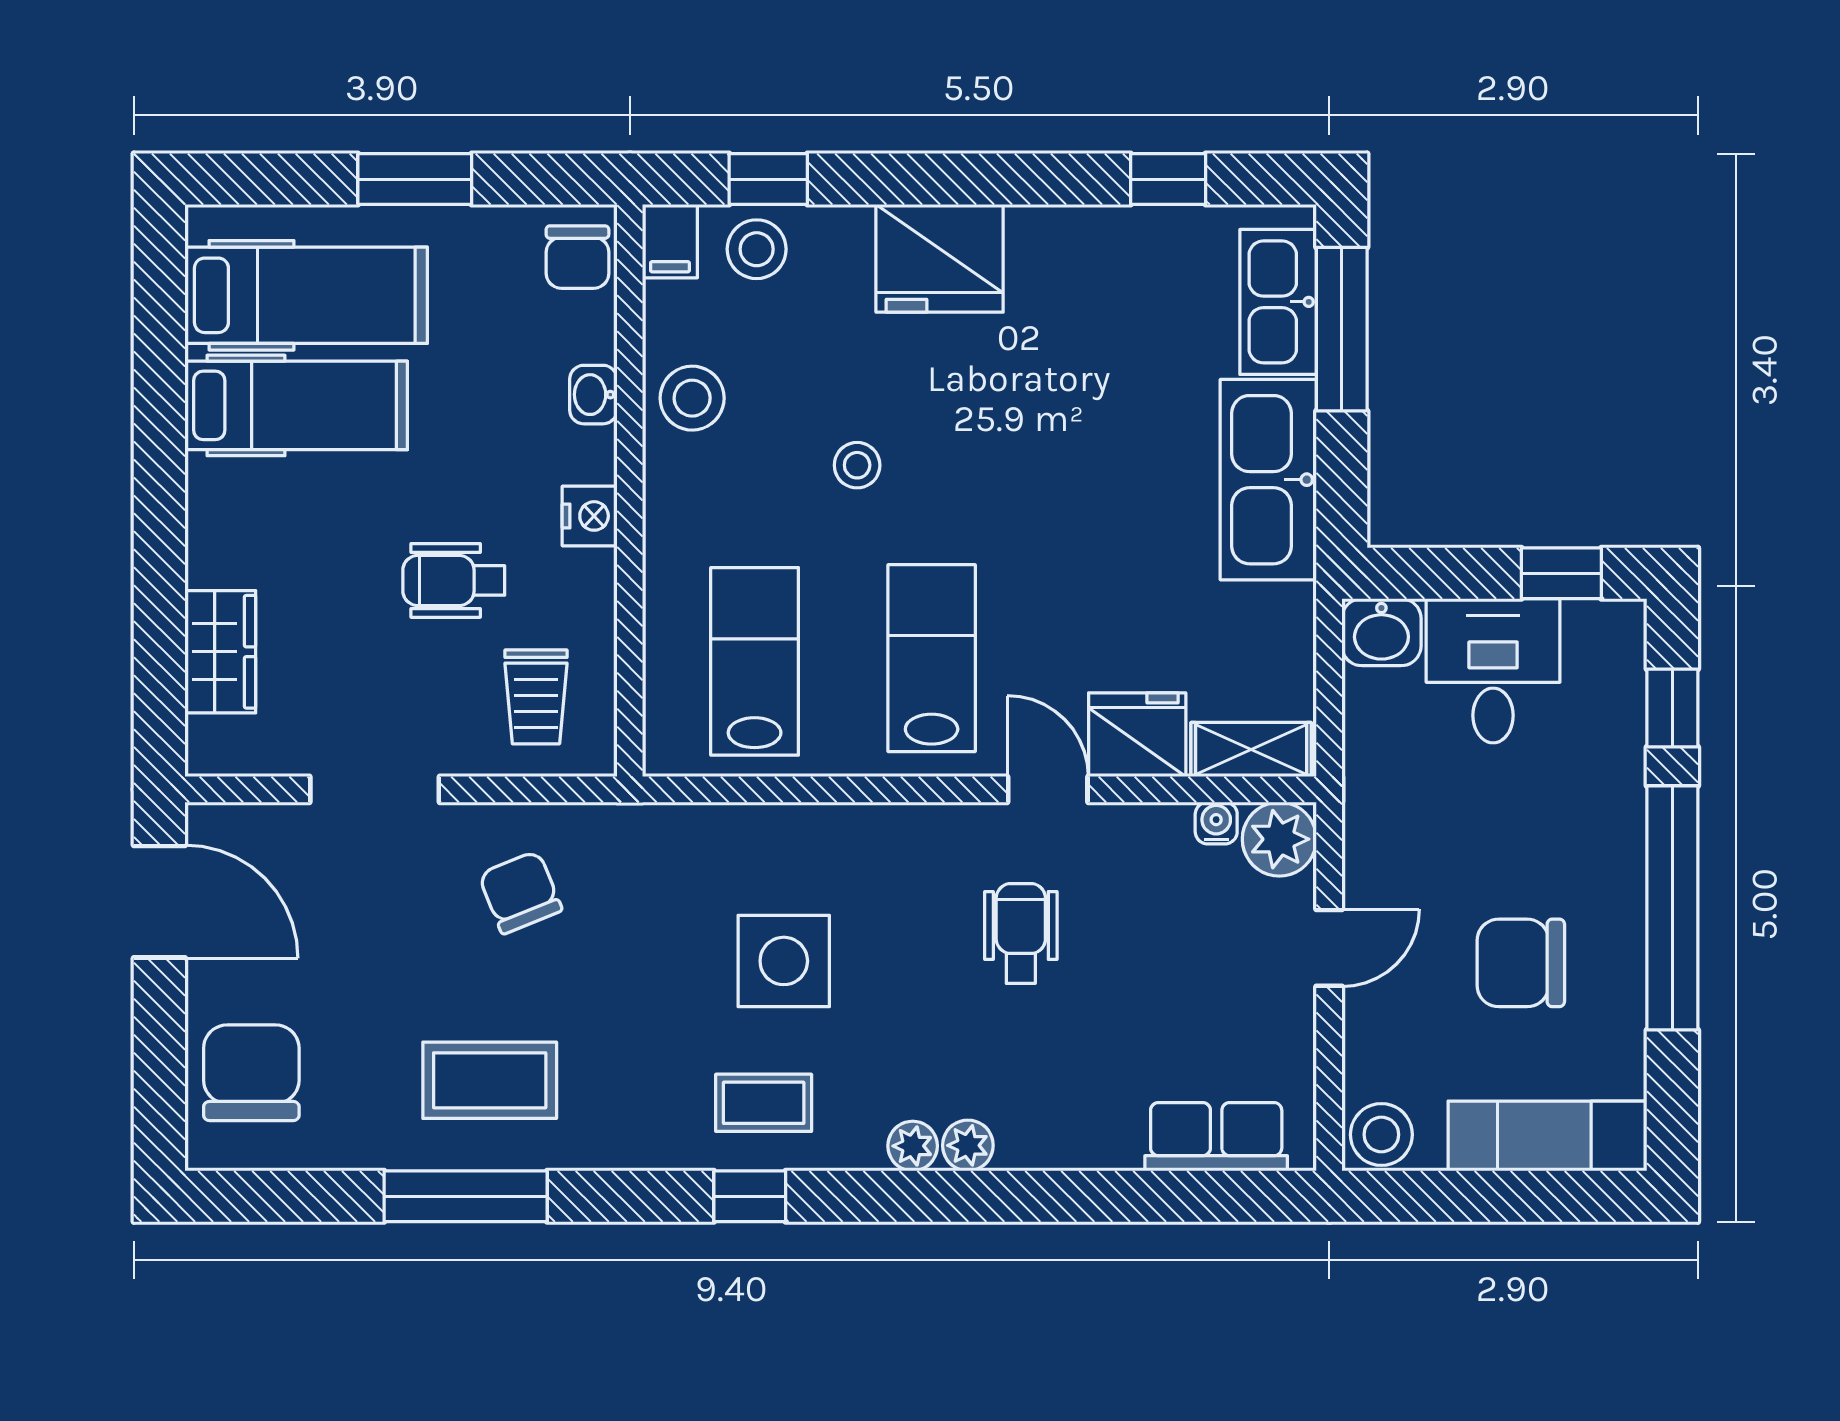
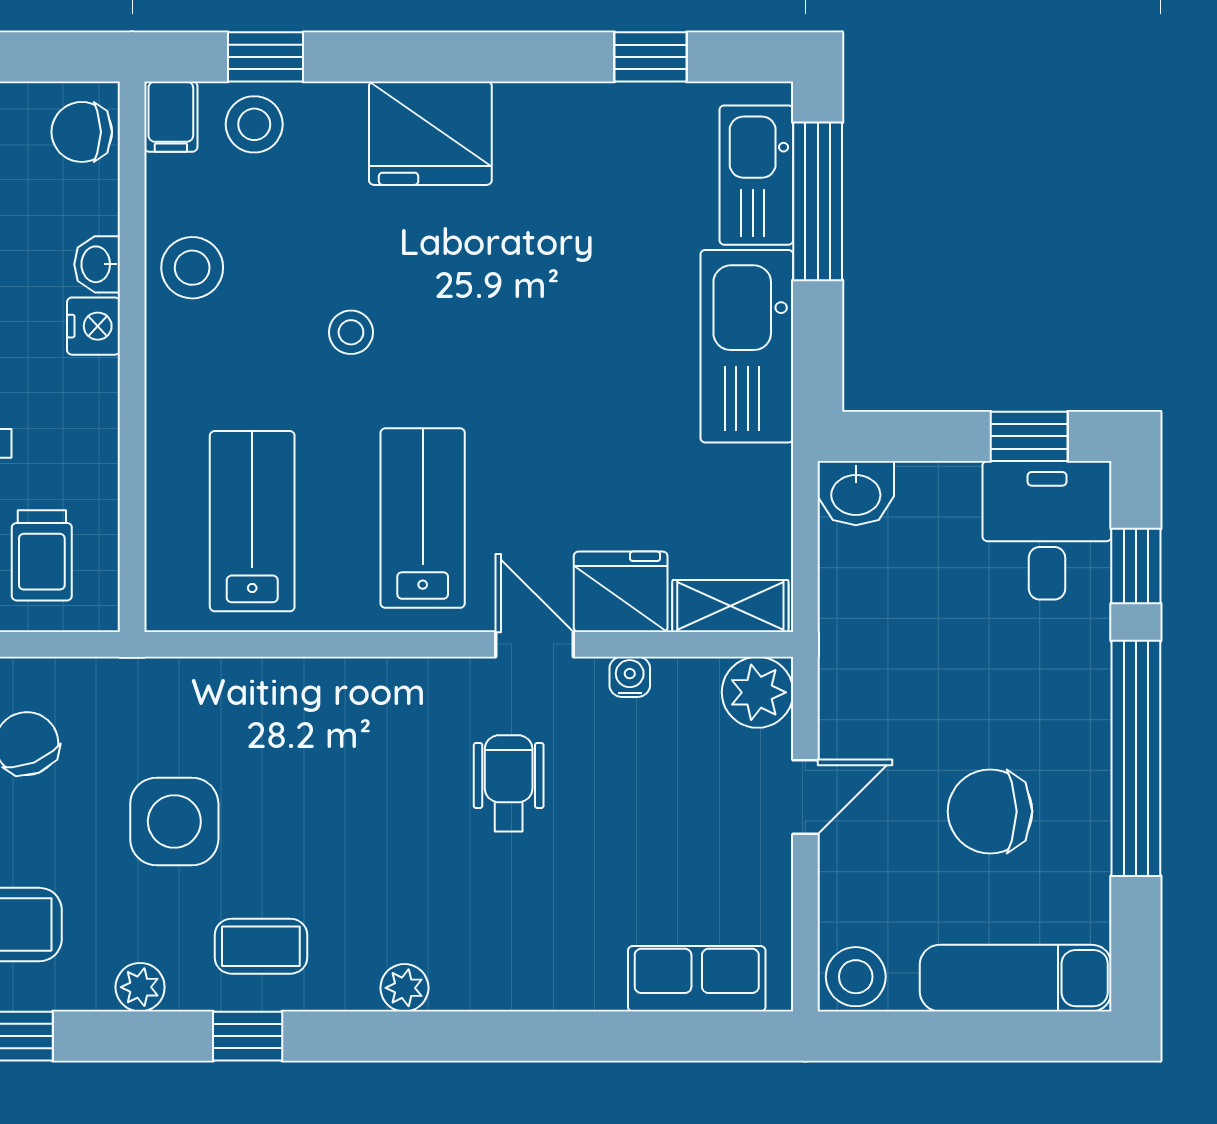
chair: (577, 257) -> (82, 132), turned 90
nightstand: (590, 516) -> (93, 326), moved
desk: (1493, 671) -> (1047, 530), moved
water cooler: (1216, 823) -> (630, 677), moved
side table: (784, 961) -> (174, 821), moved
plant: (968, 1145) -> (140, 987), moved

